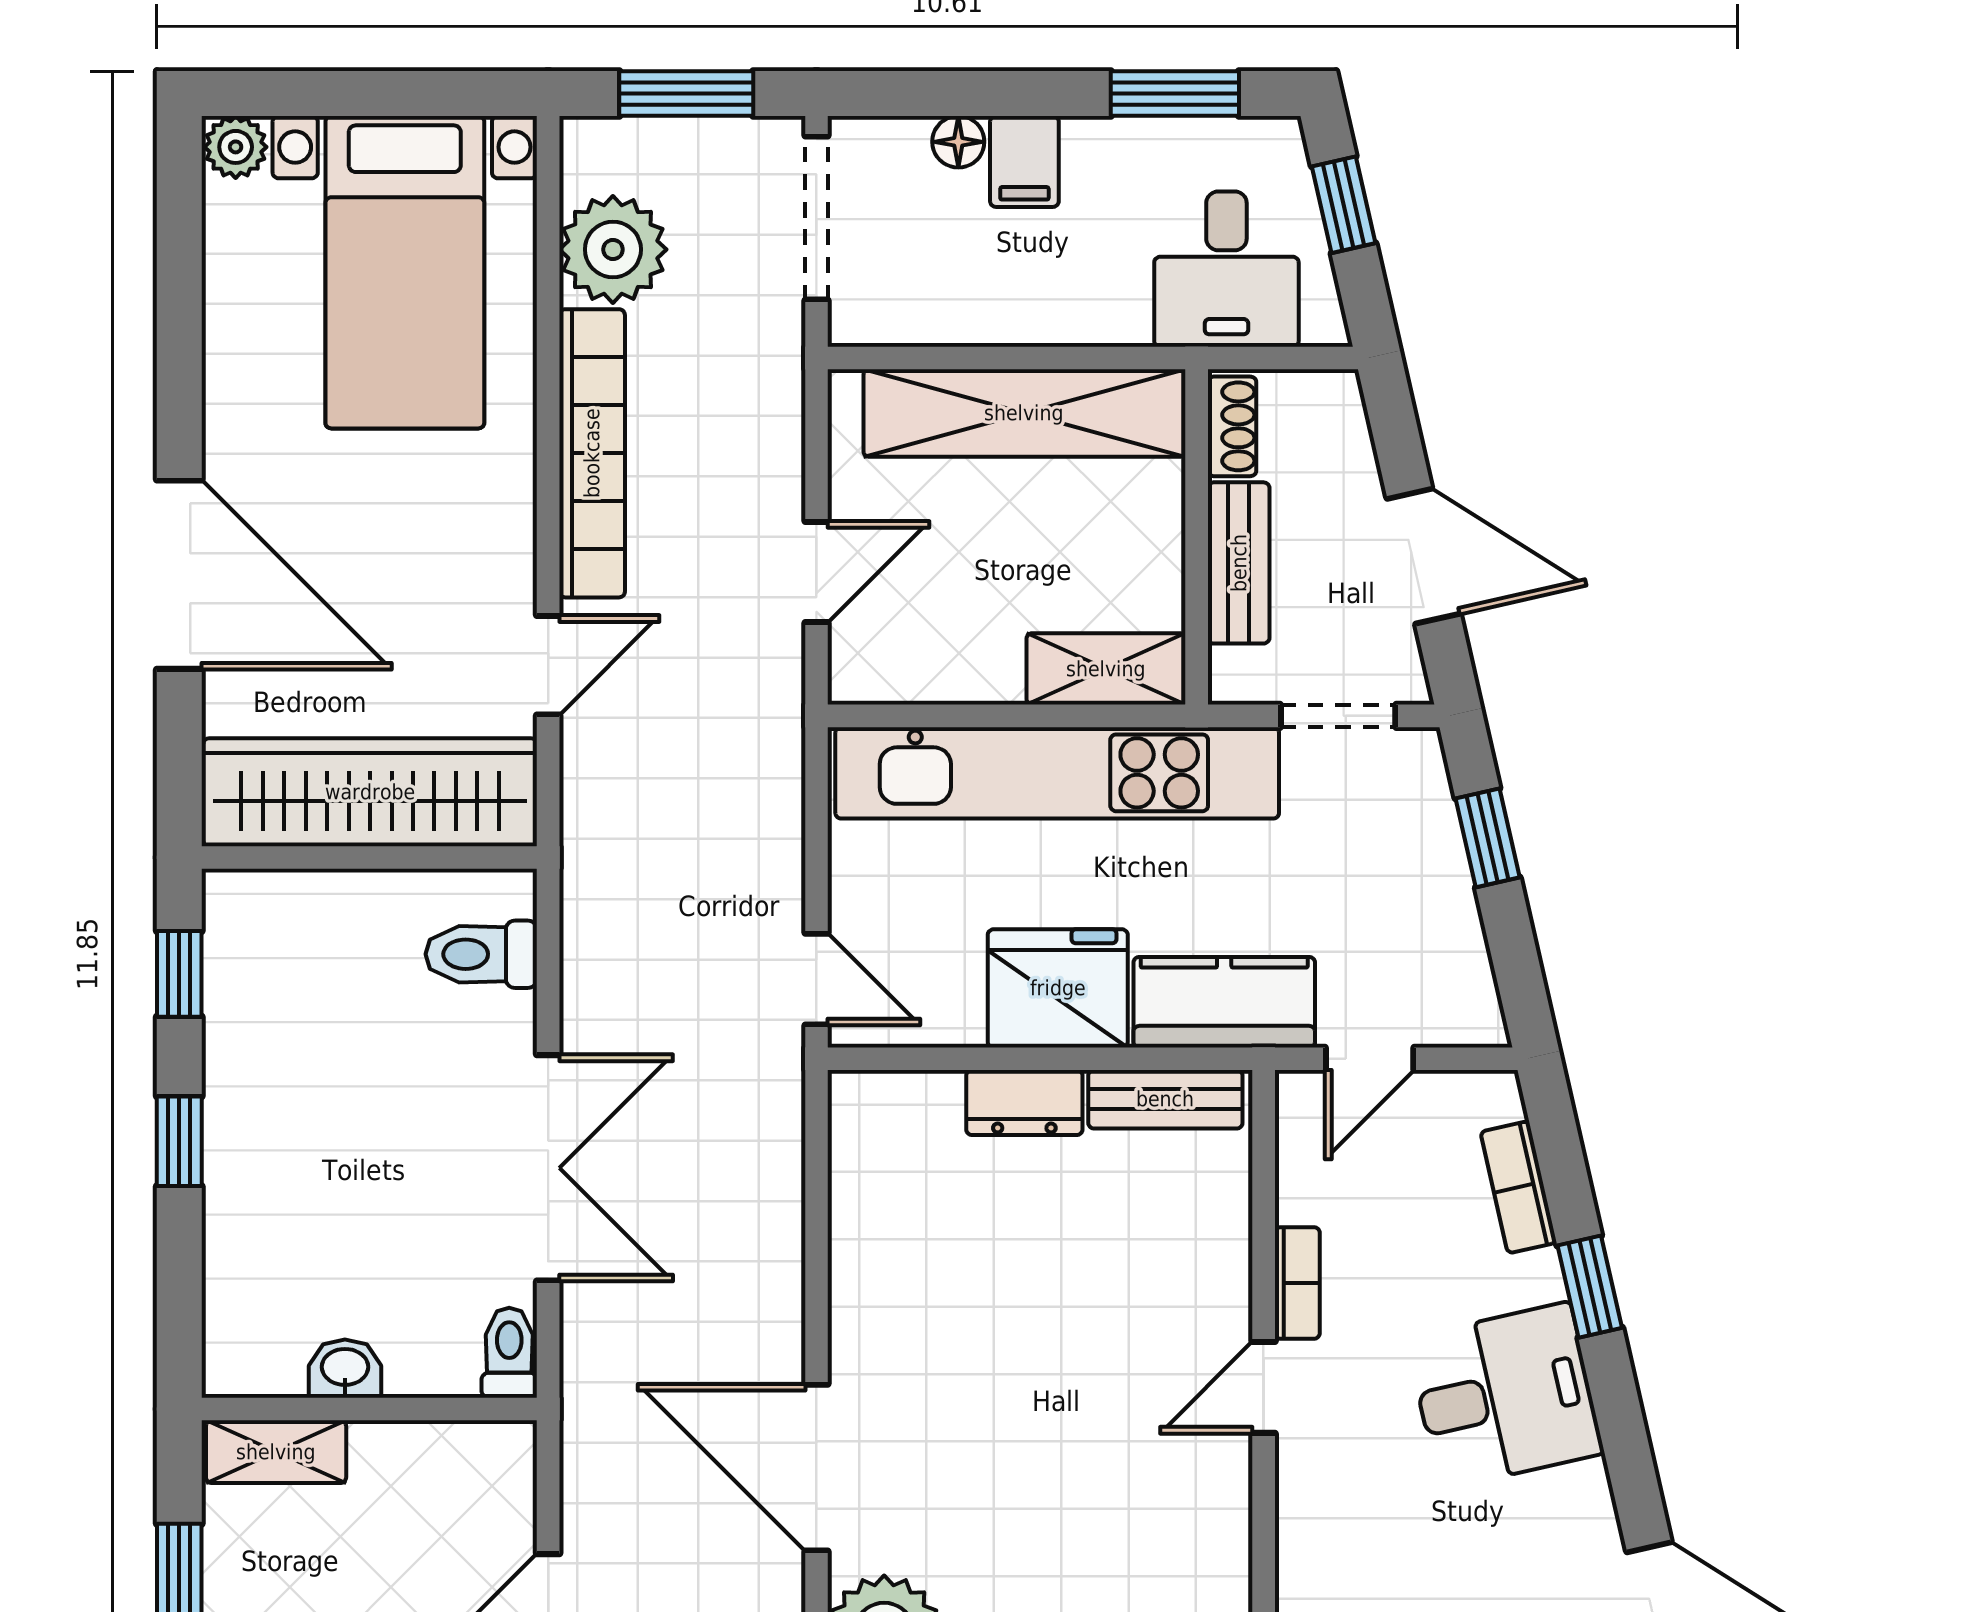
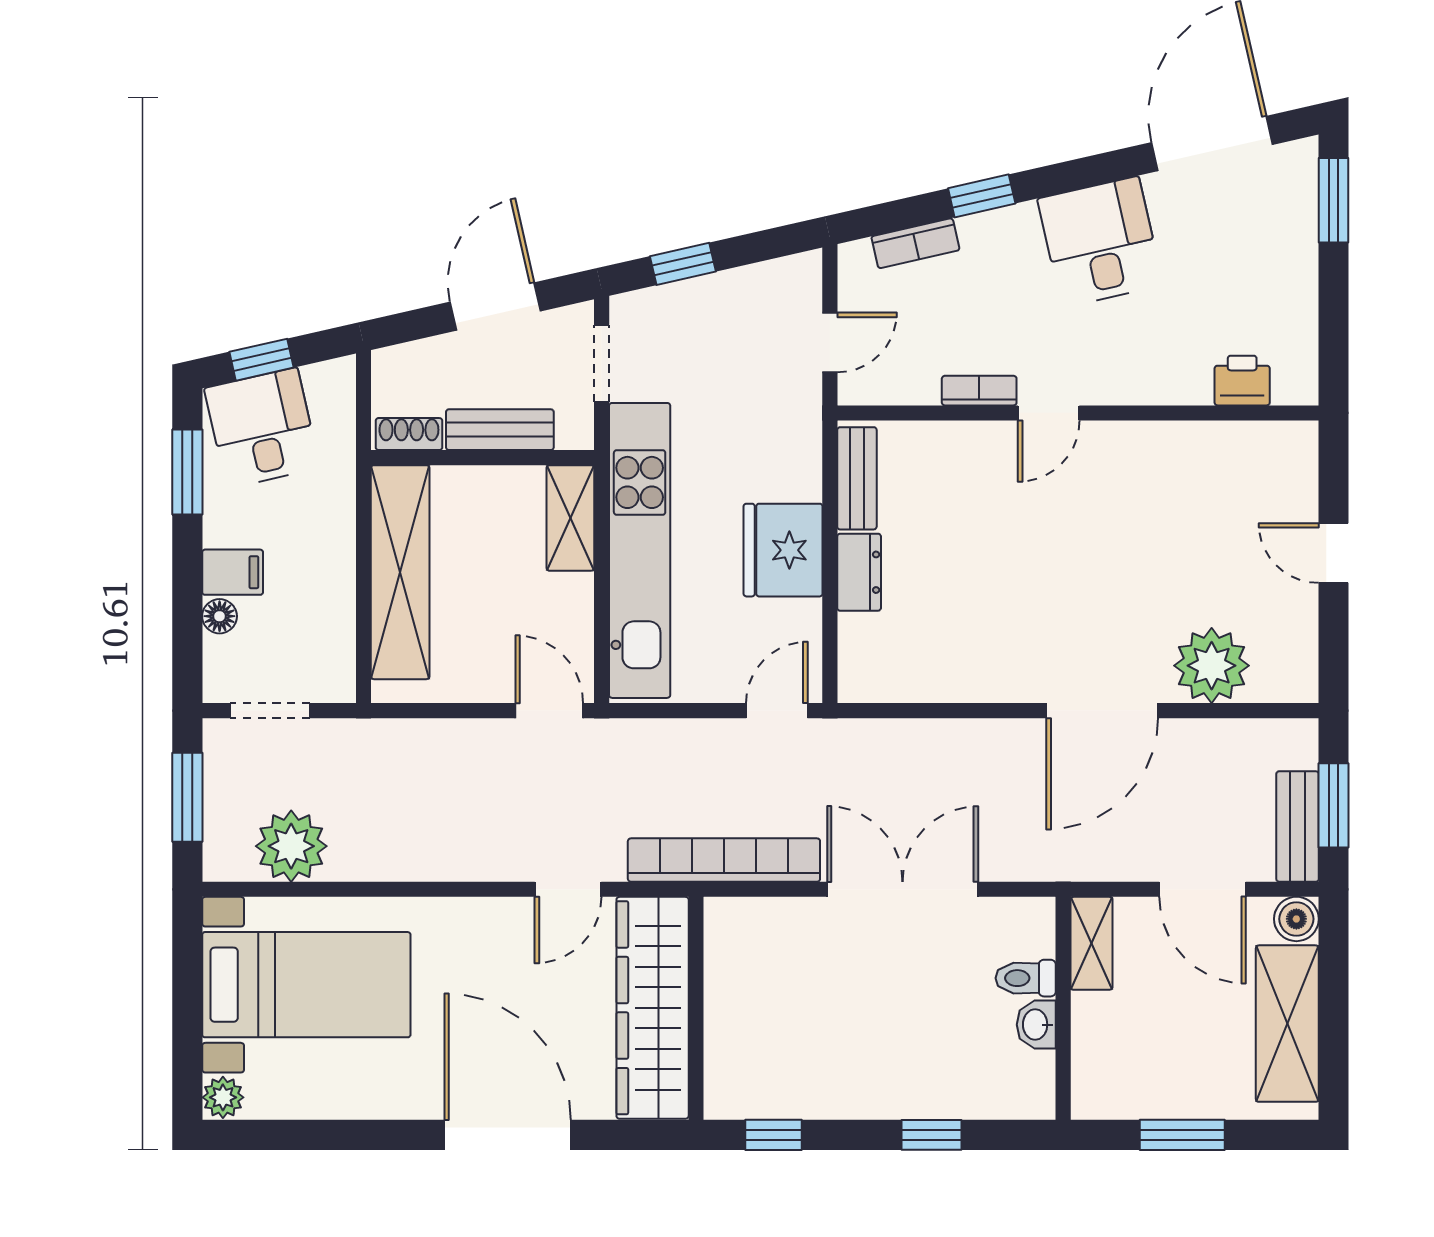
doorway: (816, 218) -> (270, 711), width x0.73
desk: (1226, 269) -> (262, 428), moved, turned -103
bookcase: (592, 453) -> (724, 860), moved
door: (816, 572) -> (549, 711), moved
door: (179, 575) -> (508, 1135), hinge flipped
door: (548, 665) -> (568, 889), swing flipped
toilet: (481, 954) -> (760, 934), removed
kitchen counter: (1224, 1002) -> (792, 439), removed
door: (1370, 1059) -> (830, 342), hinge flipped
window: (179, 1141) -> (932, 1135), moved
toilet: (509, 1353) -> (1026, 978), moved
door: (1264, 1387) -> (1049, 413), hinge flipped
desk: (1505, 1396) -> (1100, 242), moved
shelving: (276, 1452) -> (1092, 943), moved

